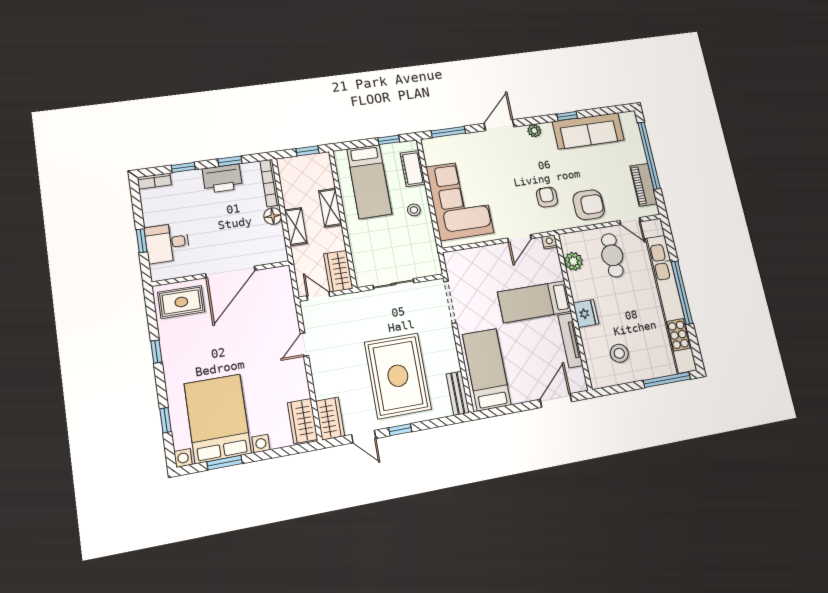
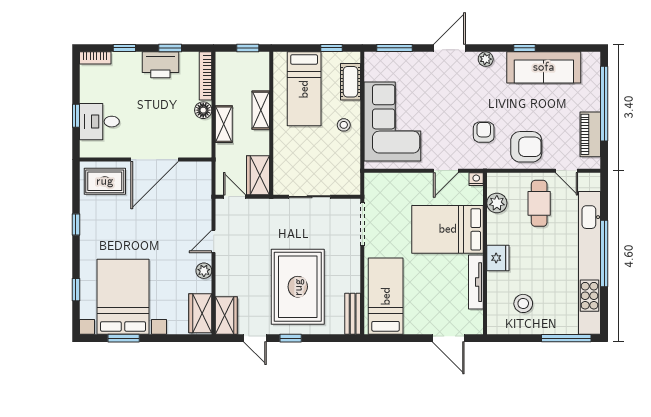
bed: (534, 302) -> (448, 229), width x1.50
plant: (299, 376) -> (204, 271), added
door: (556, 401) -> (448, 338), swing flipped

